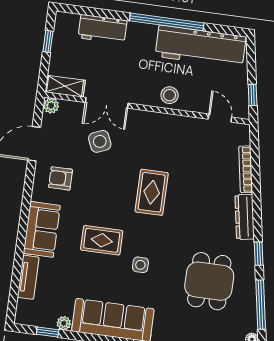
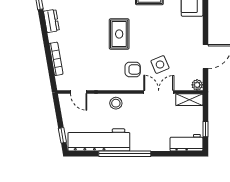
workbench: (103, 29) -> (186, 143), moved
window: (253, 95) -> (62, 135), moved
armchair: (61, 178) -> (133, 69), moved
dresser: (245, 217) -> (51, 21), width x0.70

